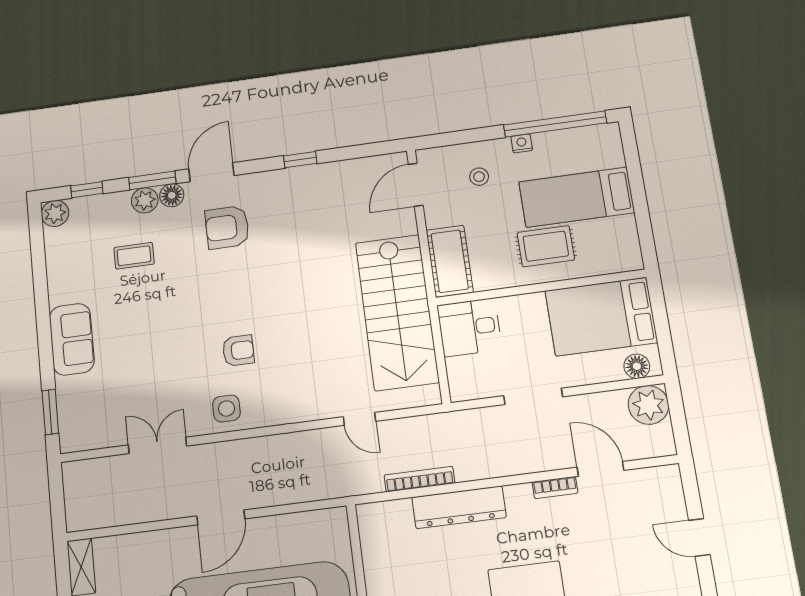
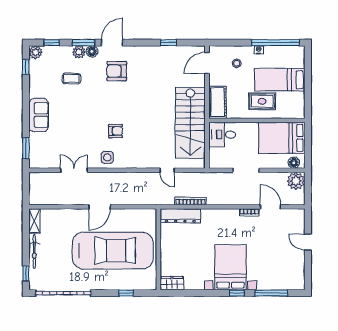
window: (300, 160) -> (168, 43), moved
window: (37, 245) -> (26, 67), added
dresser: (459, 507) -> (180, 216), moved

